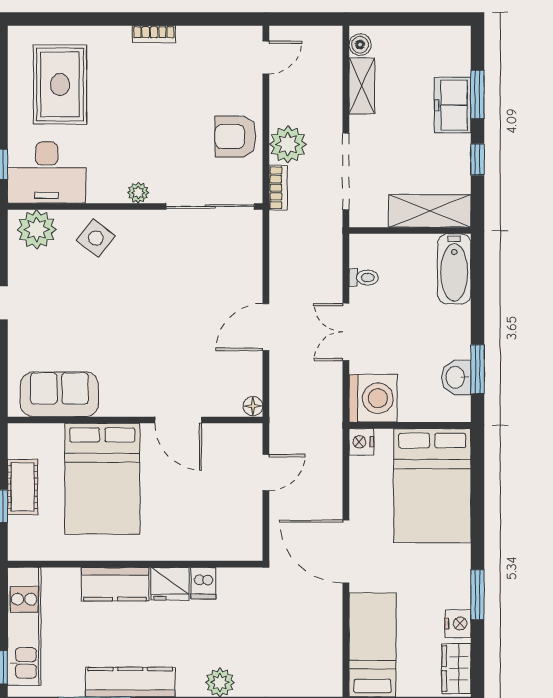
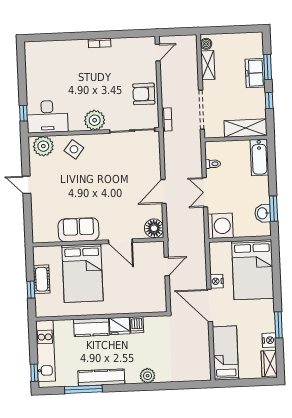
rug: (60, 85) -> (52, 71), removed
plant: (288, 144) -> (171, 97), removed
plant: (138, 193) -> (95, 120), width x1.87, depth x1.87
sofa: (59, 394) -> (78, 230), moved
floor lamp: (253, 406) -> (154, 228), width x1.89, depth x1.89
nightstand: (361, 442) -> (217, 281), moved

